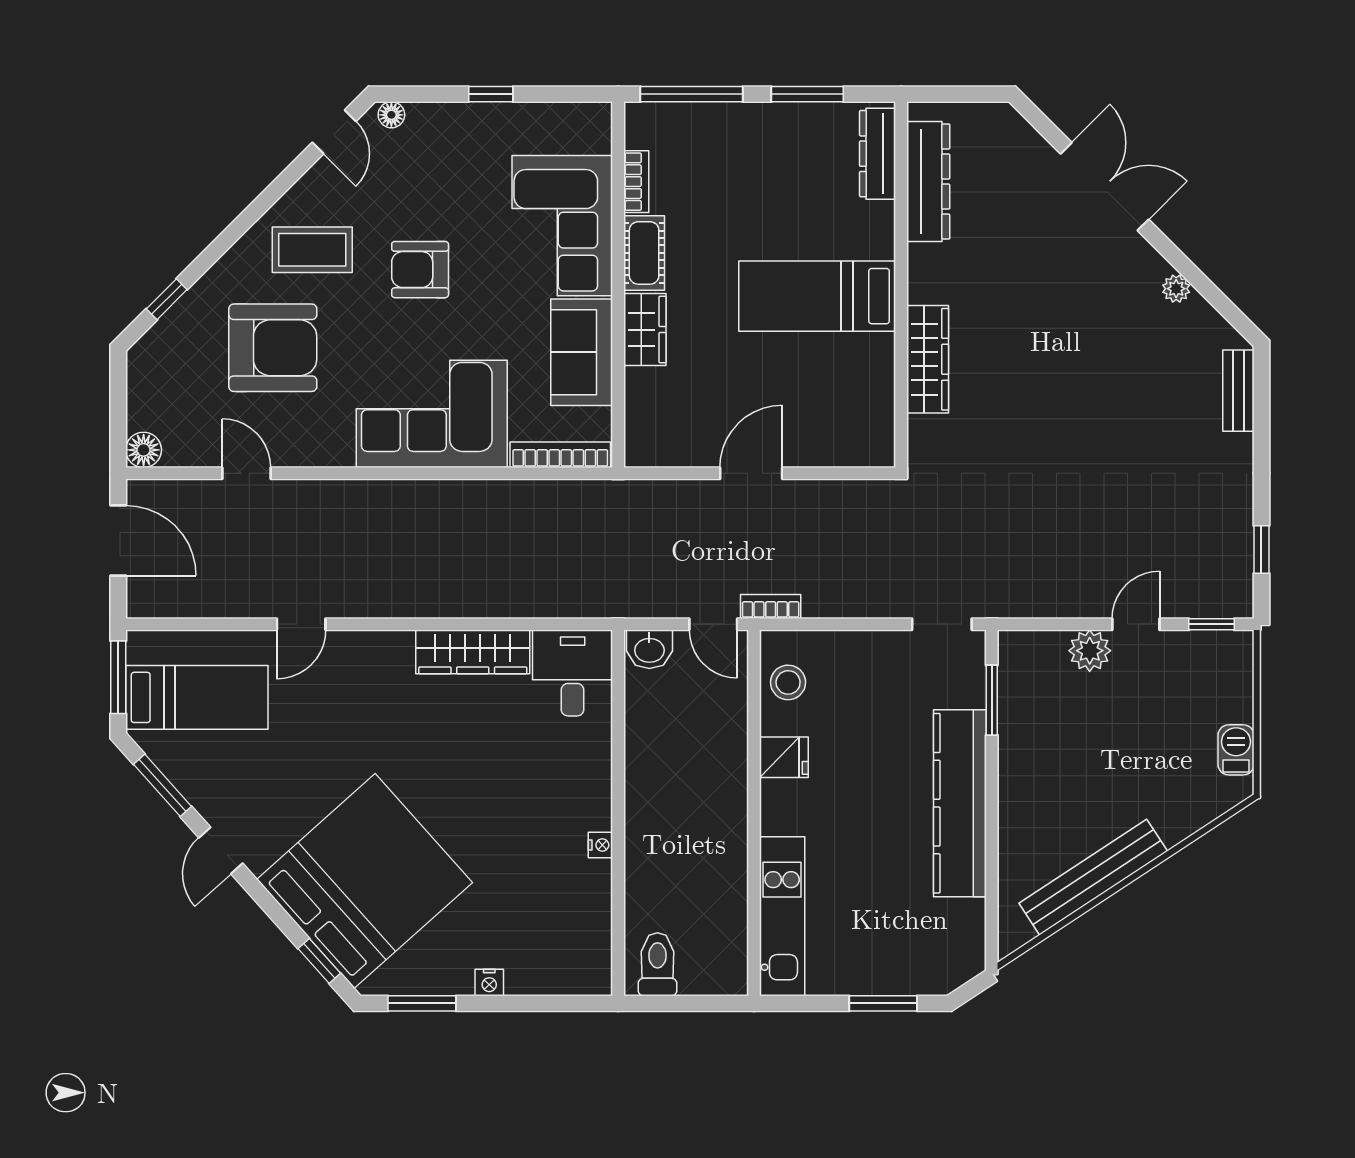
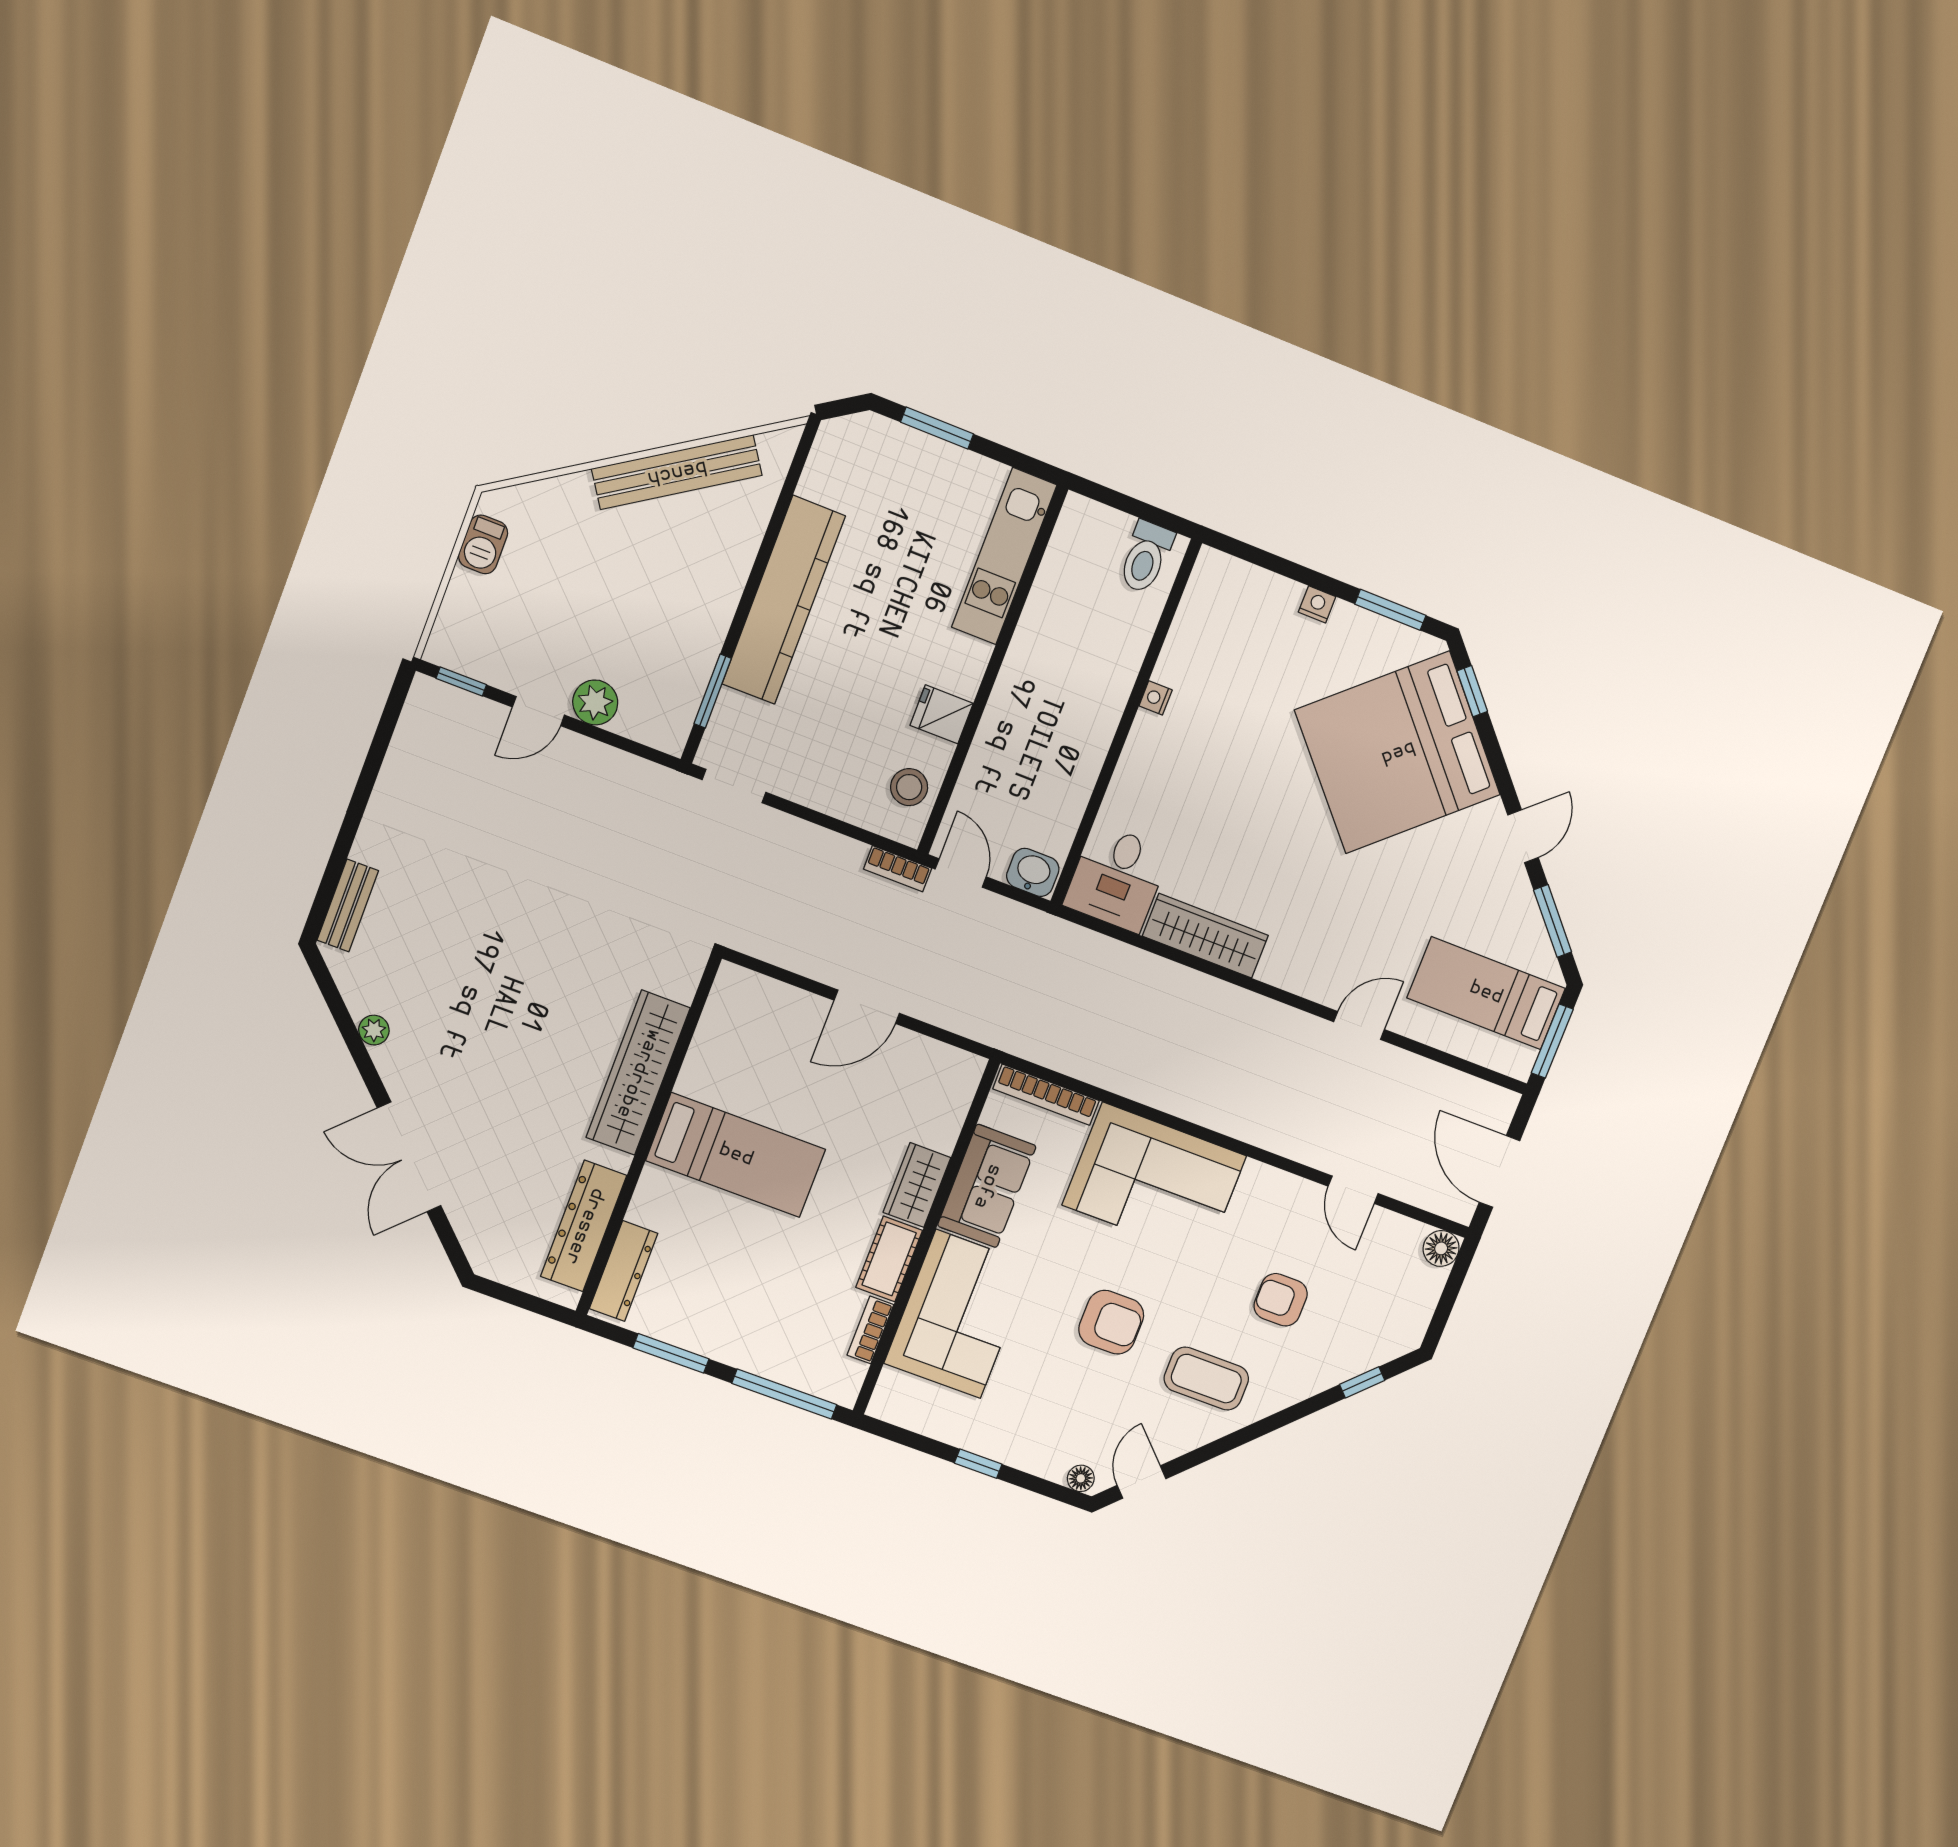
armchair: (273, 348) -> (1281, 1300), width x0.53, depth x0.53
wardrobe: (928, 359) -> (638, 1073), width x1.40, depth x1.17
window: (1261, 550) -> (383, 737), removed

